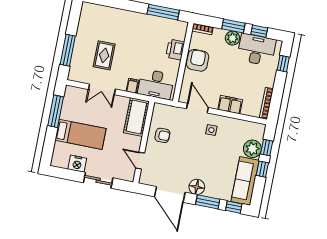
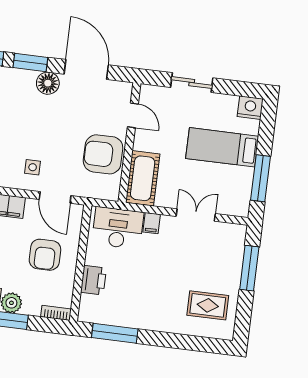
rug: (104, 55) -> (208, 305), moved, turned 90
armchair: (198, 60) -> (45, 255), moved
armchair: (162, 135) -> (103, 154), width x1.88, depth x1.88
nightstand: (77, 164) -> (250, 108), moved

